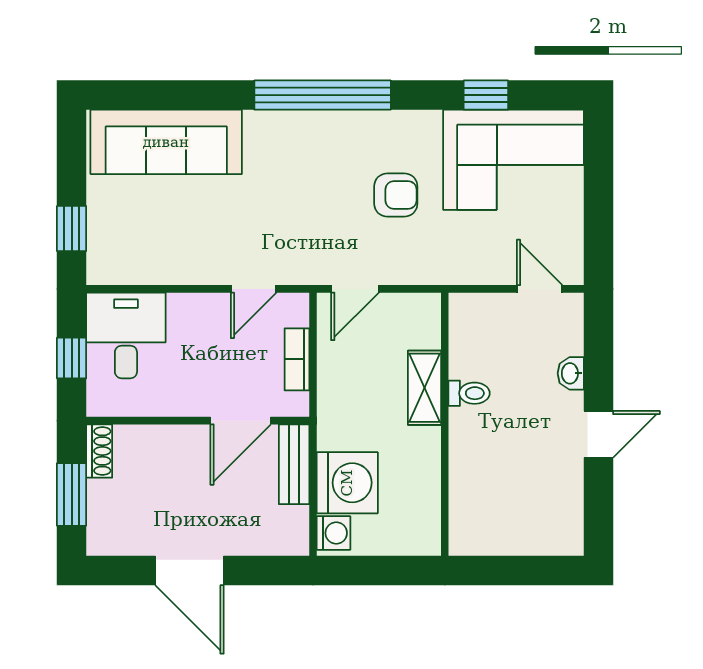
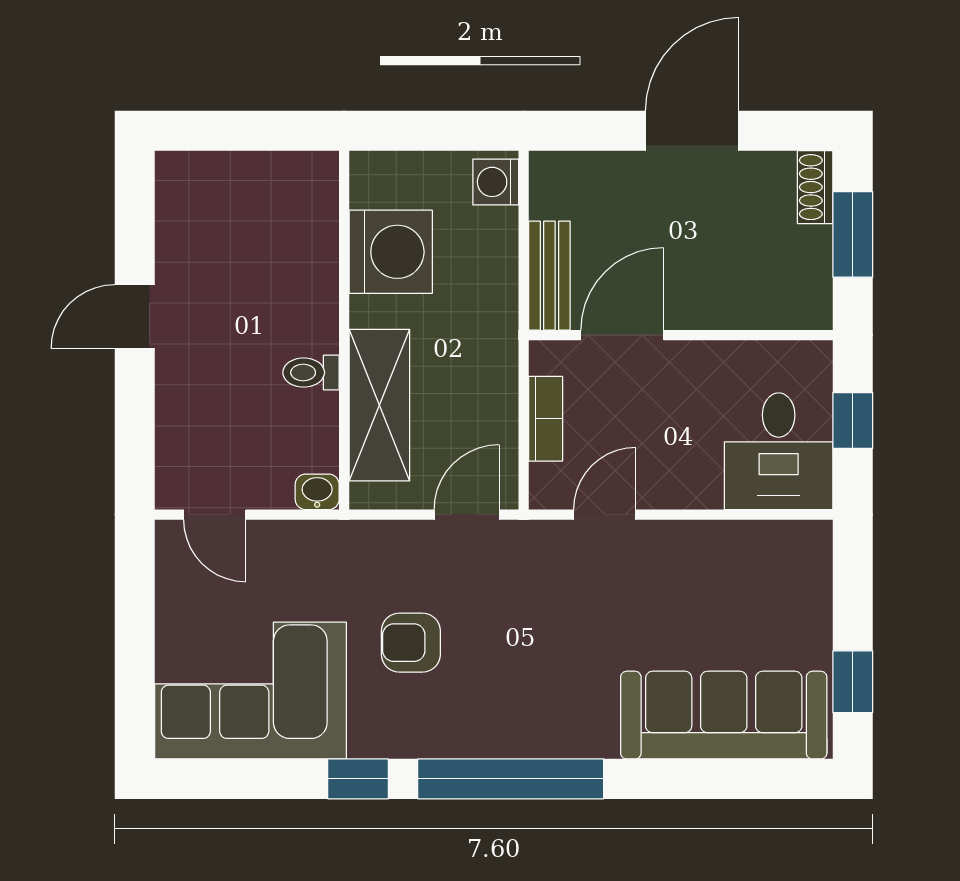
window: (486, 95) -> (358, 779), moved
window: (72, 229) -> (853, 682), moved
washbasin: (571, 373) -> (317, 492), moved, turned -90
shelving: (424, 388) -> (379, 405), width x1.50, depth x1.33
shoe rack: (99, 451) -> (815, 187), moved
washing machine: (347, 483) -> (391, 252), moved, turned 180
door: (189, 571) -> (692, 131), hinge flipped

